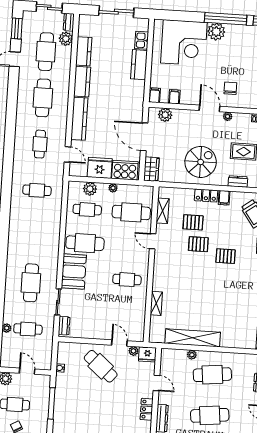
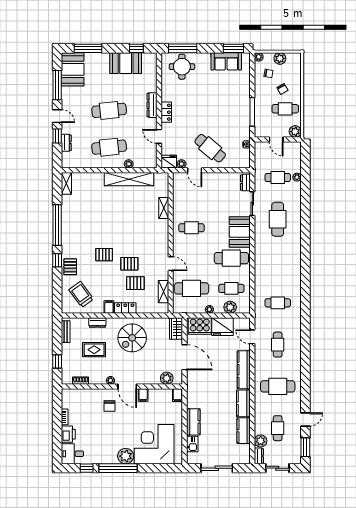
cafe table: (46, 52) -> (278, 428), width x0.73, depth x0.74
filing cabinet: (174, 97) -> (143, 395), moved
cafe table: (43, 98) -> (278, 386), turned 90

